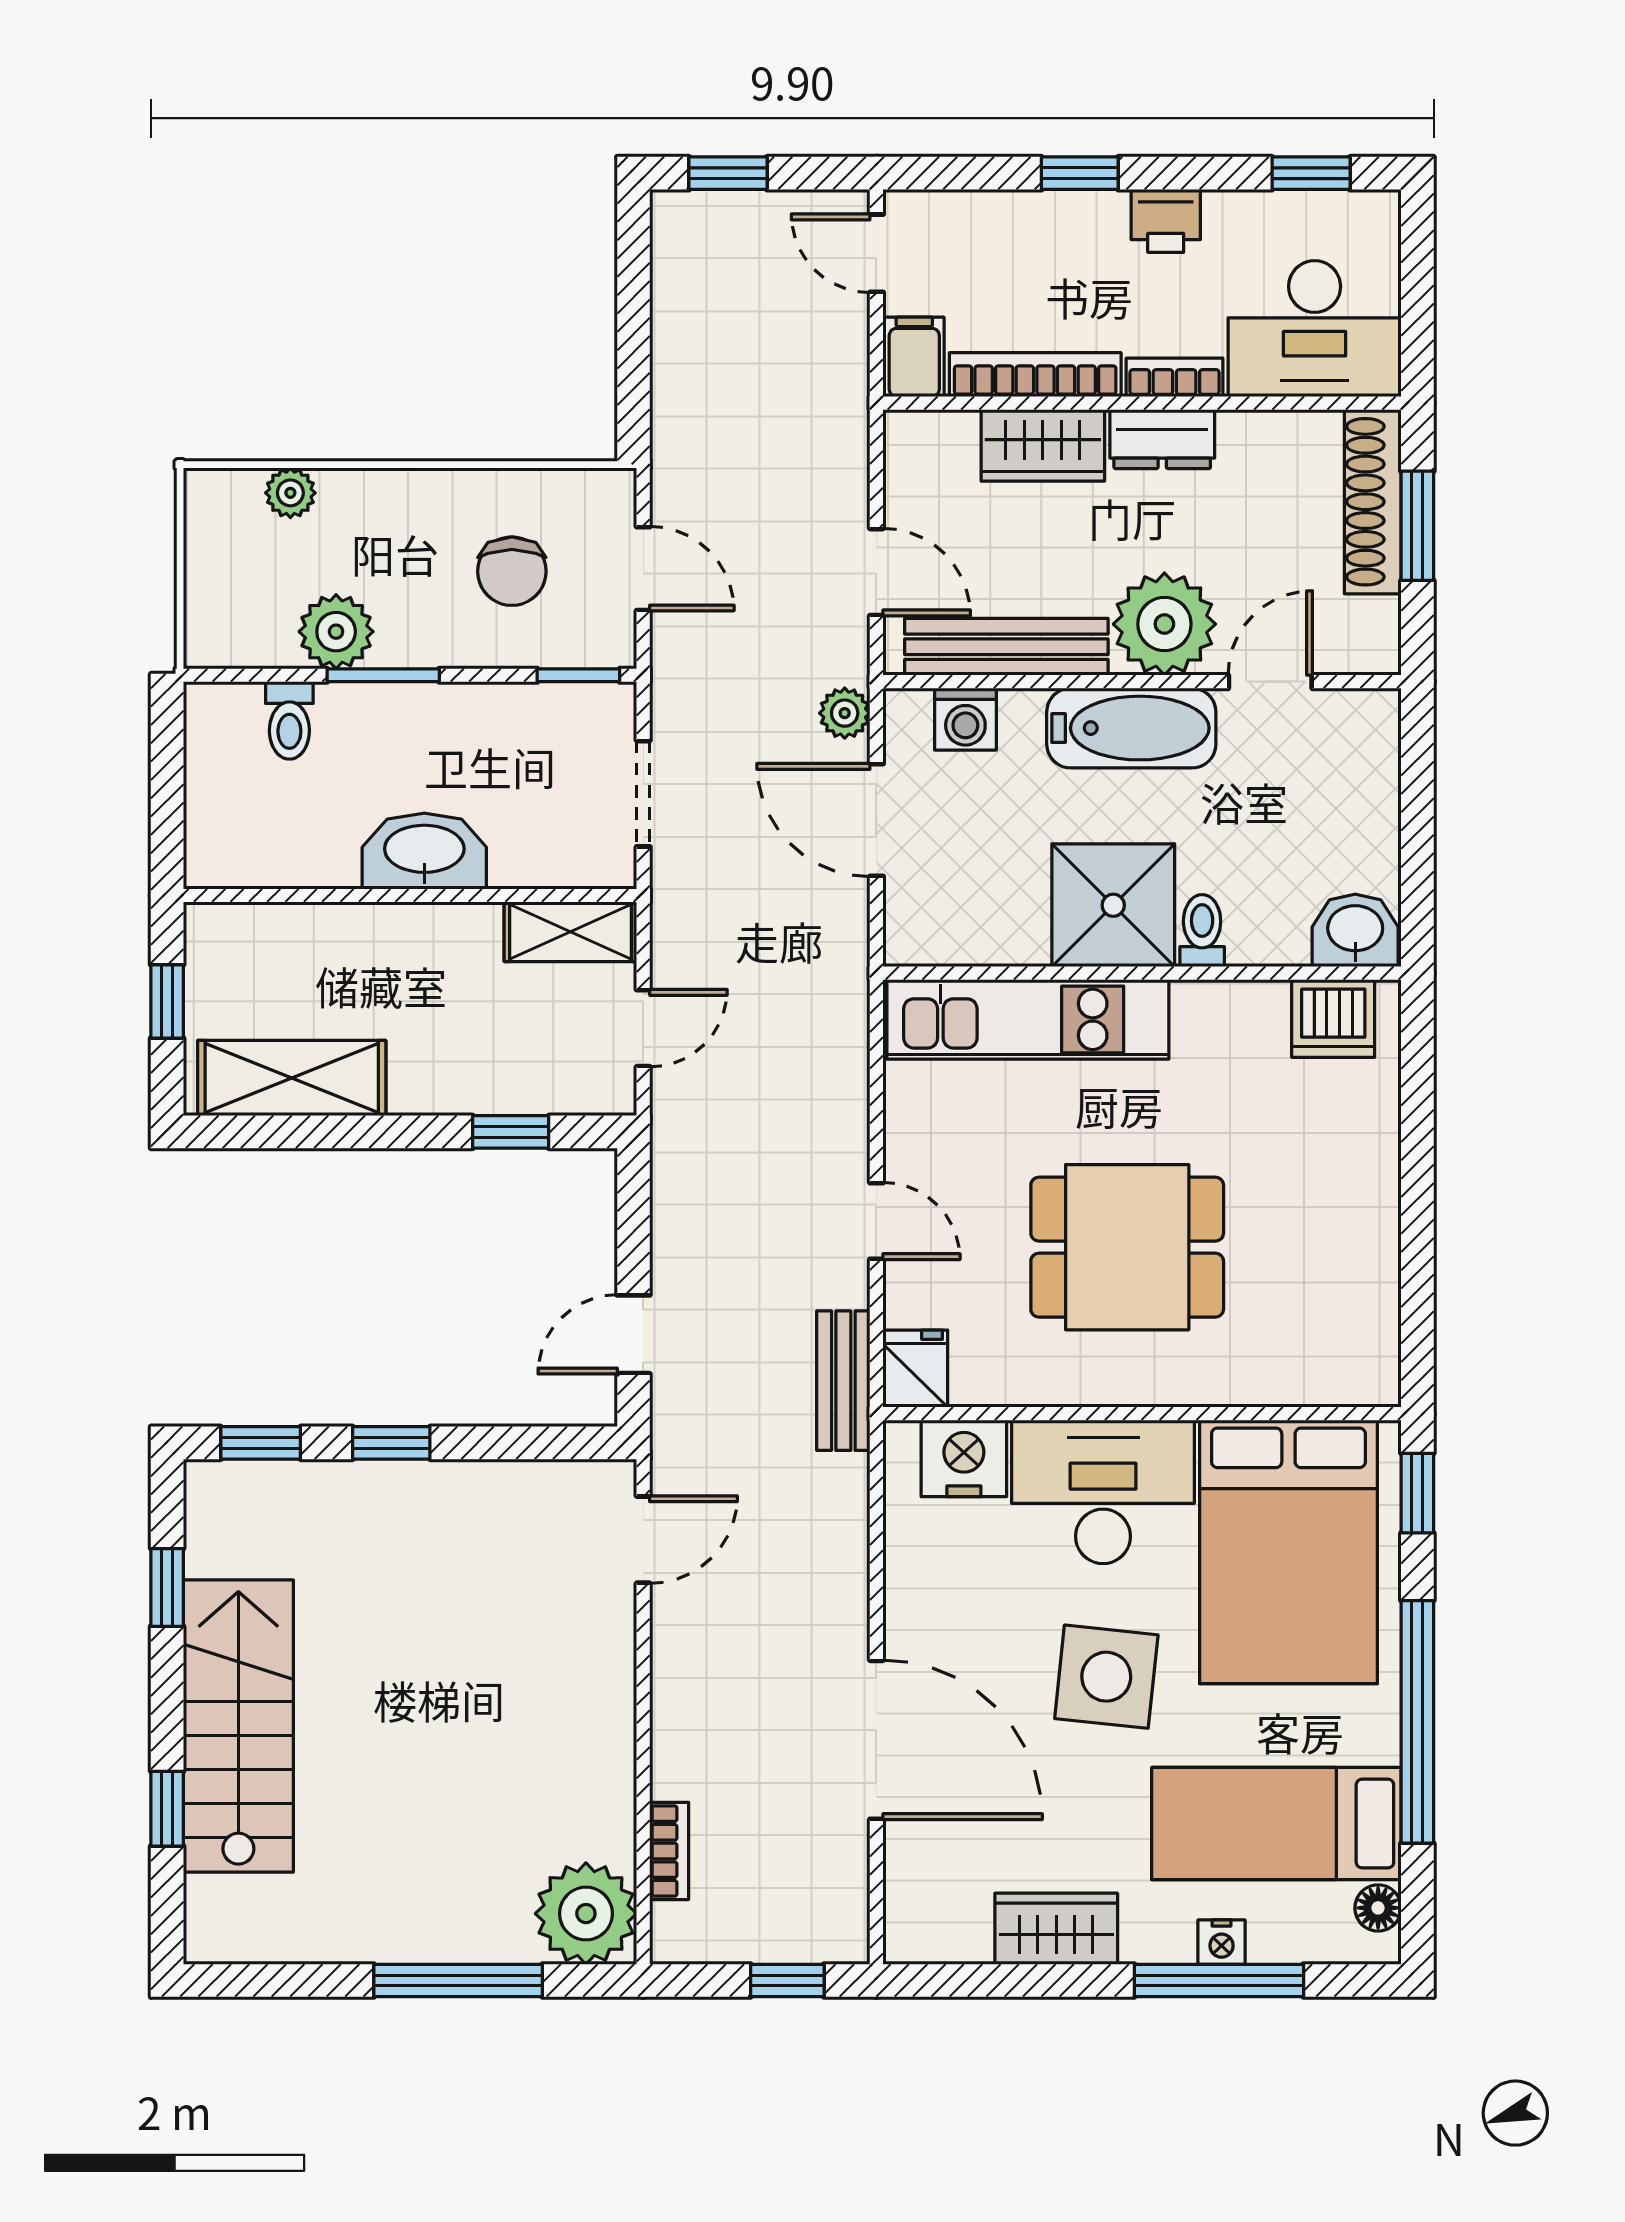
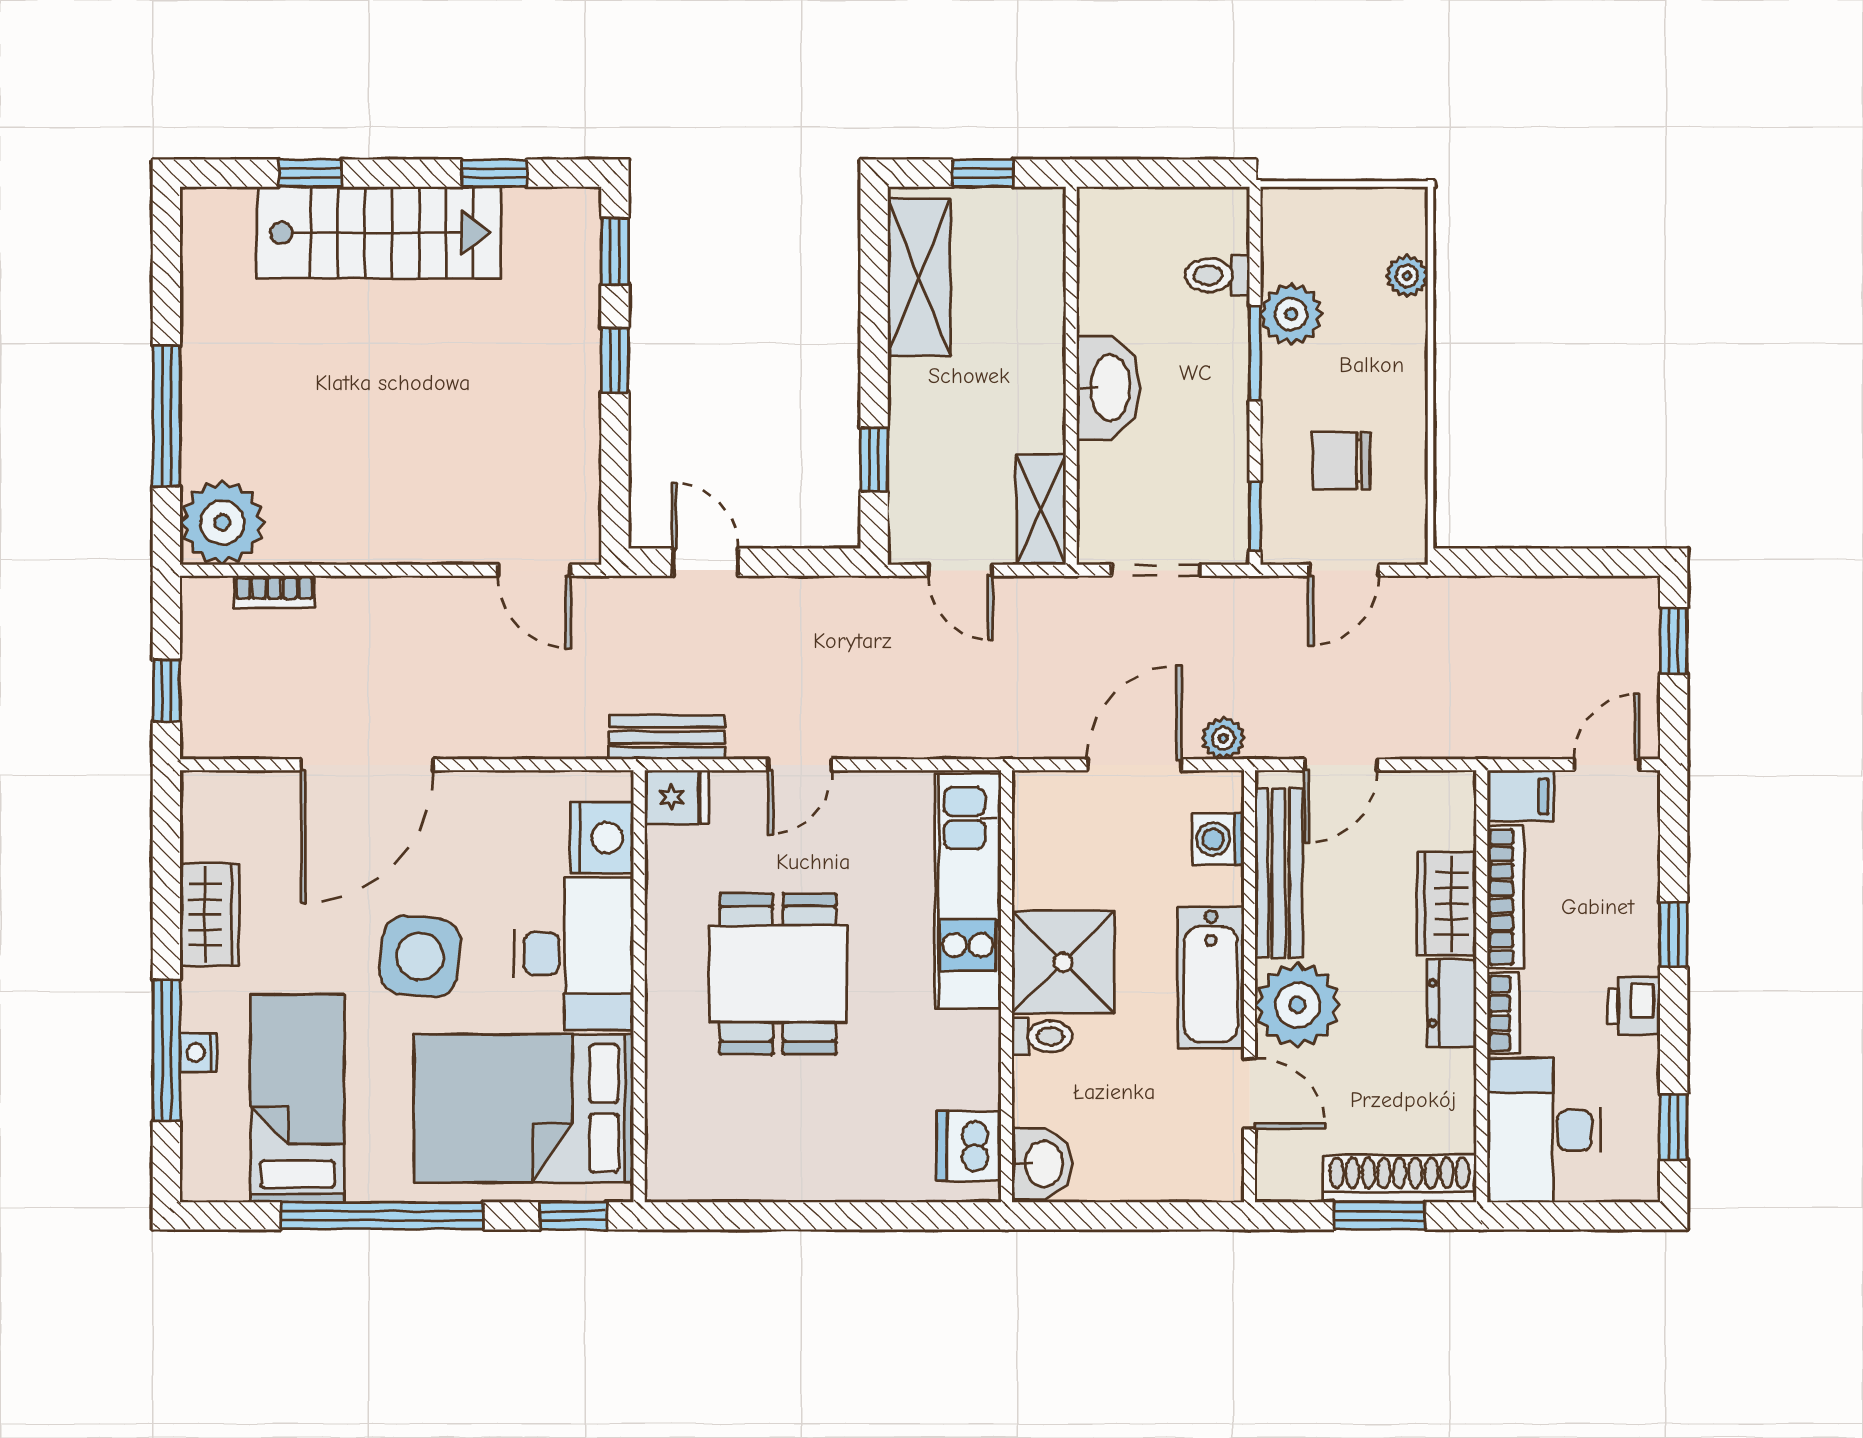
floor lamp: (1378, 1908) -> (227, 1183), removed

